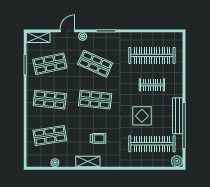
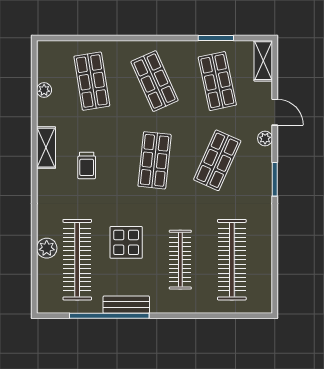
clothes rail: (152, 85) -> (180, 260), width x1.36
shop shelf: (50, 100) -> (155, 81), turned -30
bench: (178, 116) -> (126, 305), width x0.73
plant: (177, 161) -> (47, 248), moved

